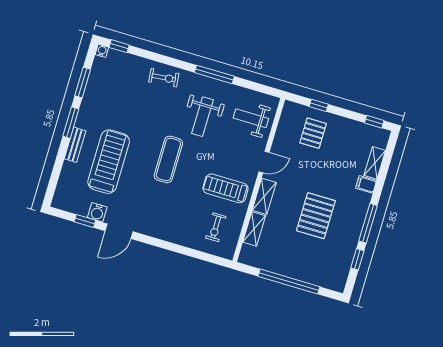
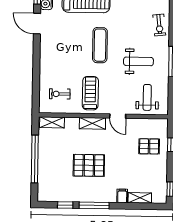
weight bench: (202, 117) -> (138, 61), turned 180
exercise mat: (168, 159) -> (100, 45), turned 90
shelving: (254, 229) -> (52, 122), moved

